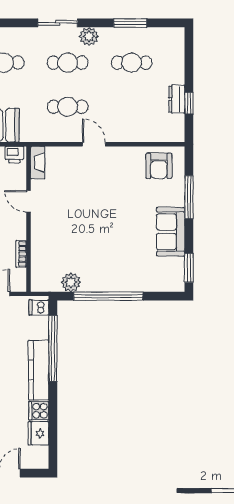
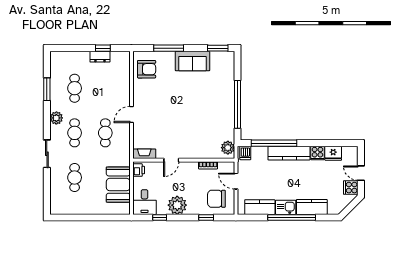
sliding door: (58, 23) -> (47, 154), moved
plant: (71, 282) -> (228, 148), moved

